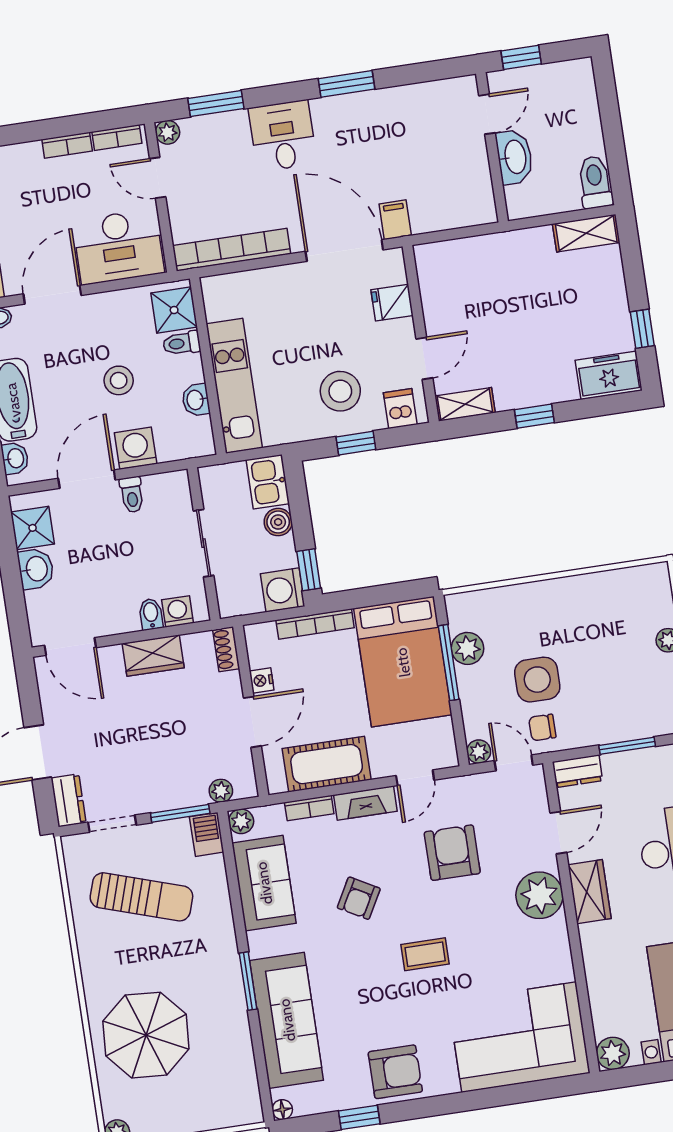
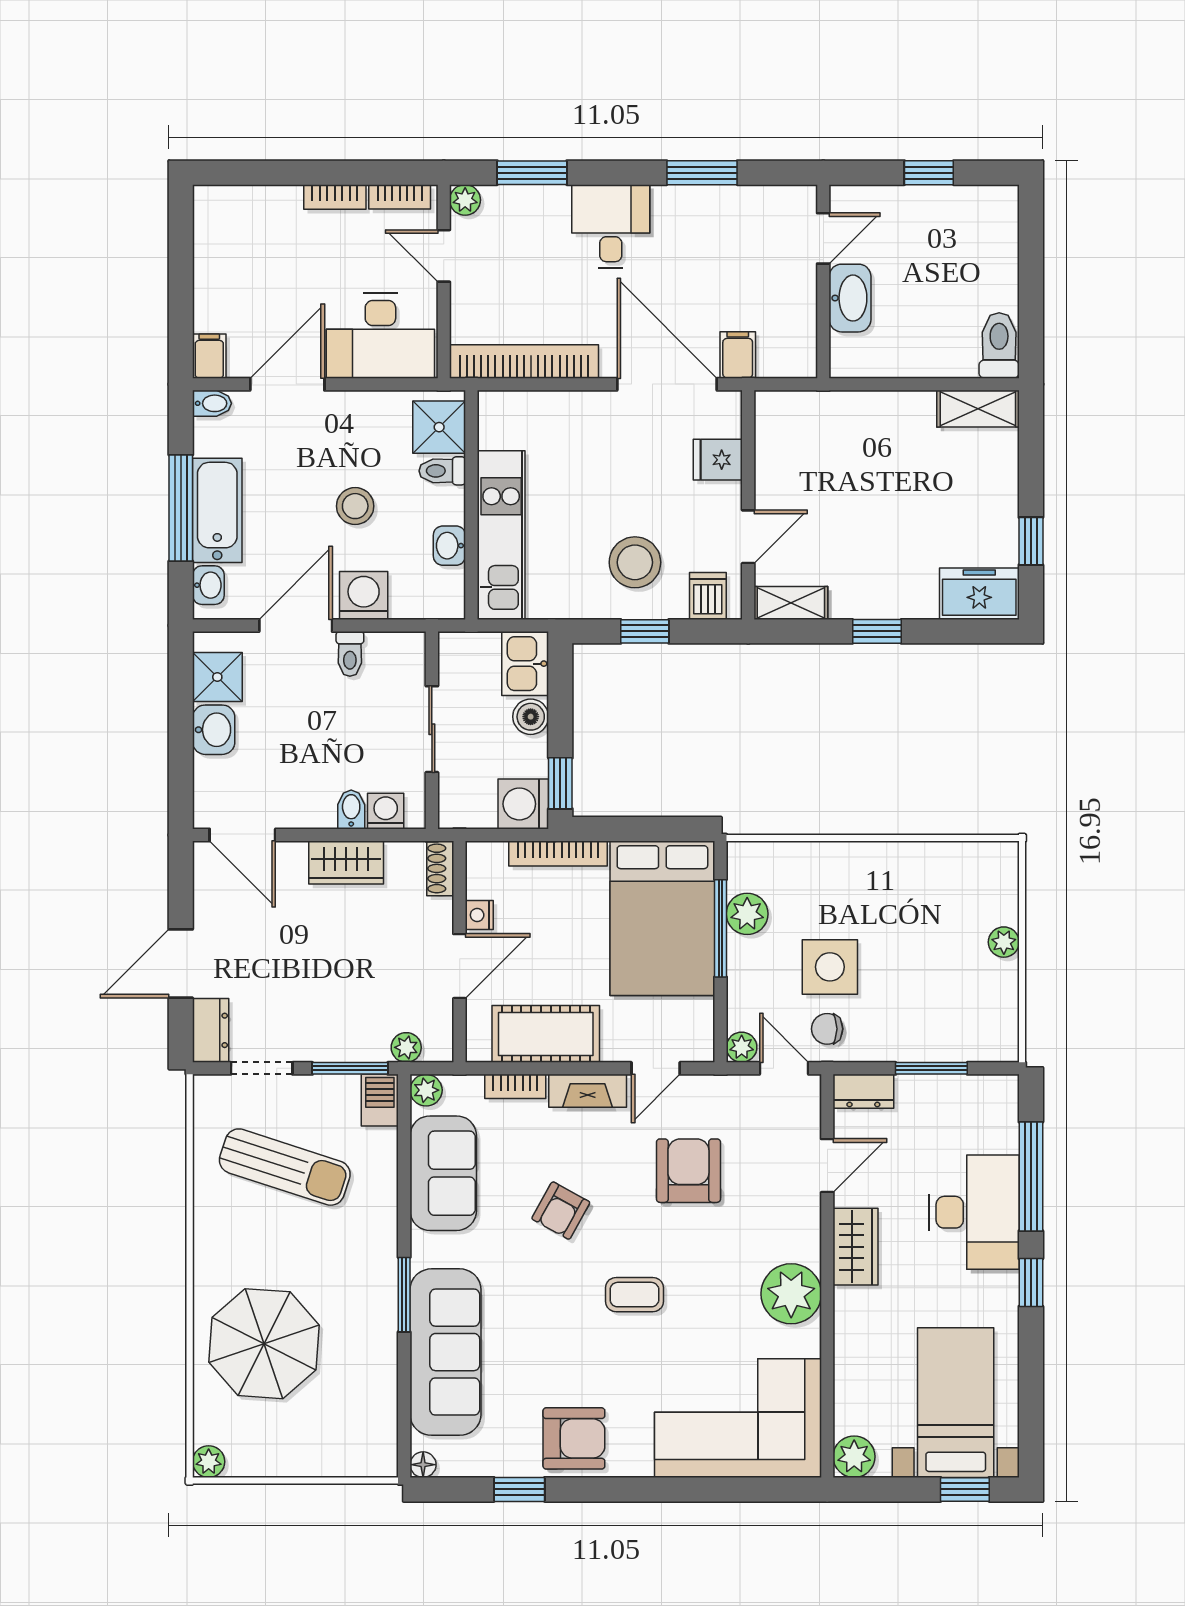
door: (487, 114) -> (823, 238), moved
wall: (492, 147) -> (823, 281), moved
washbasin: (514, 157) -> (850, 298), moved
plant: (539, 895) -> (791, 1294), moved

